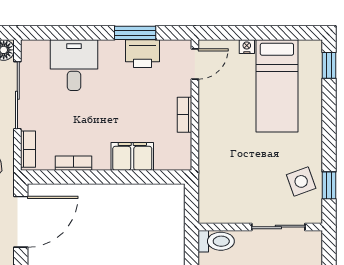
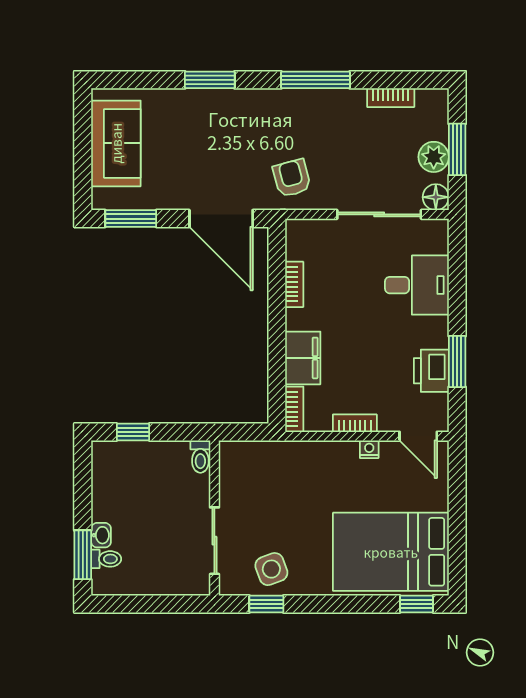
nightstand: (247, 47) -> (369, 449), moved, turned -90
bed: (277, 86) -> (391, 552), width x1.50
bookcase: (28, 149) -> (294, 409), moved, turned -90
toilet: (216, 241) -> (200, 457), width x0.73, depth x0.72

